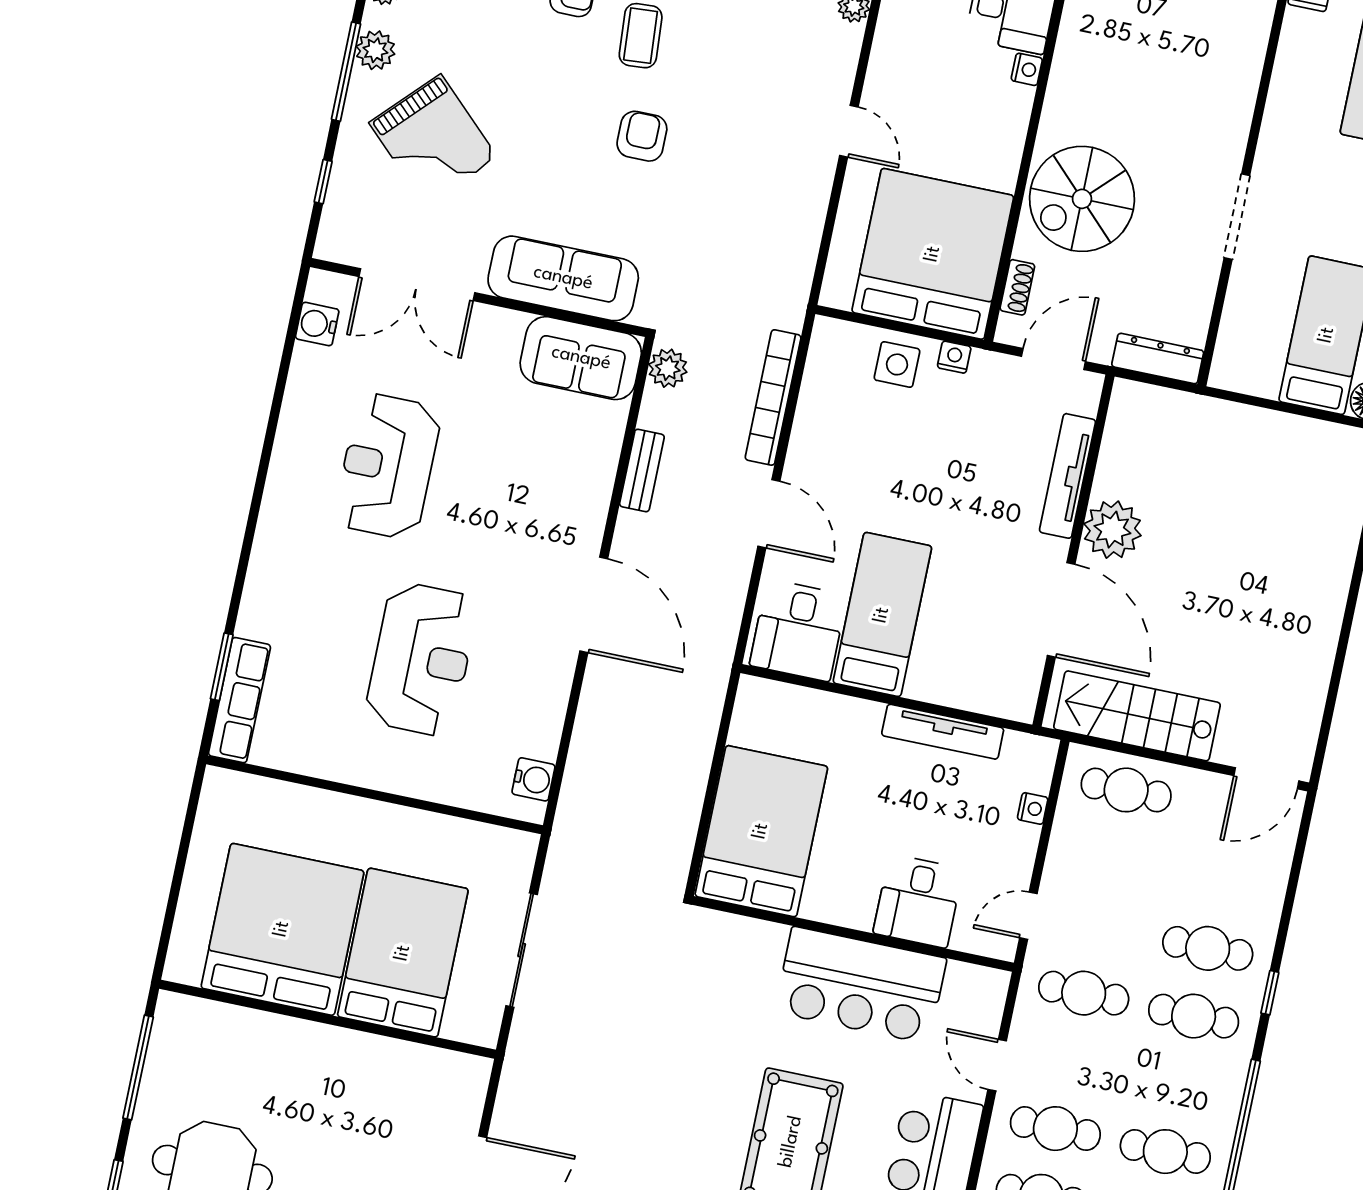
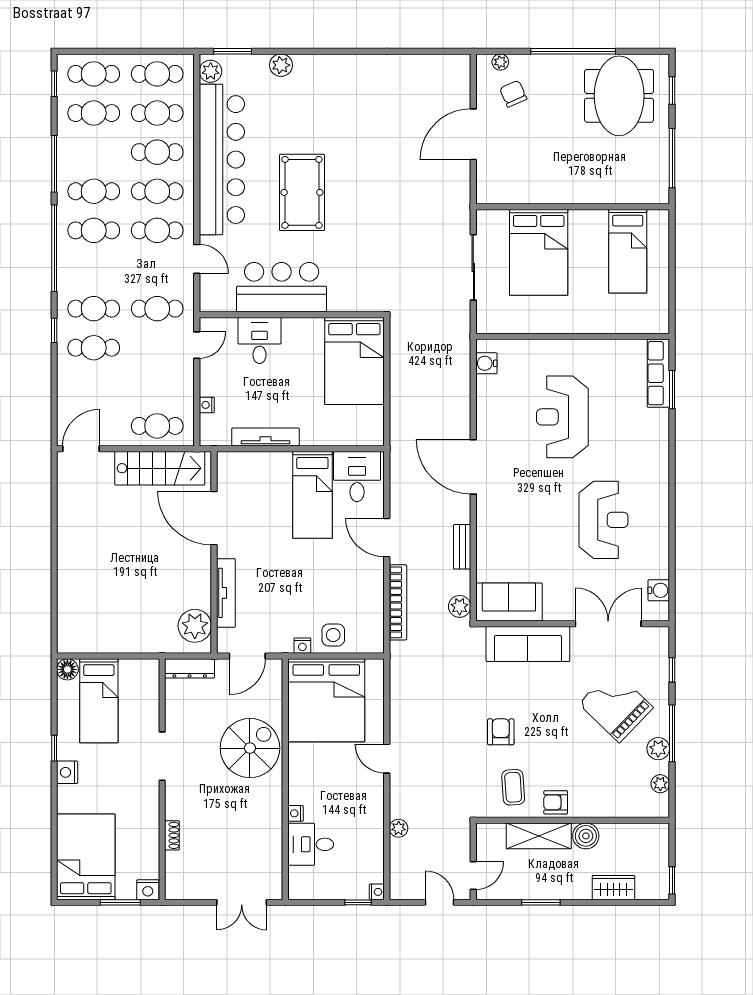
armchair: (642, 136) -> (501, 732), turned 180
shoe rack: (1017, 287) -> (172, 835), moved, turned 180
plant: (1112, 530) -> (195, 626), moved
bed: (282, 929) -> (628, 251), width x0.49

